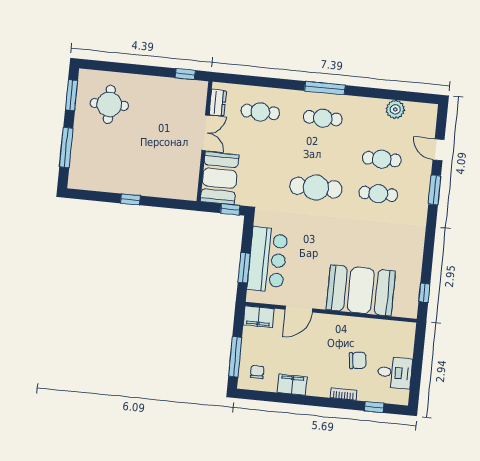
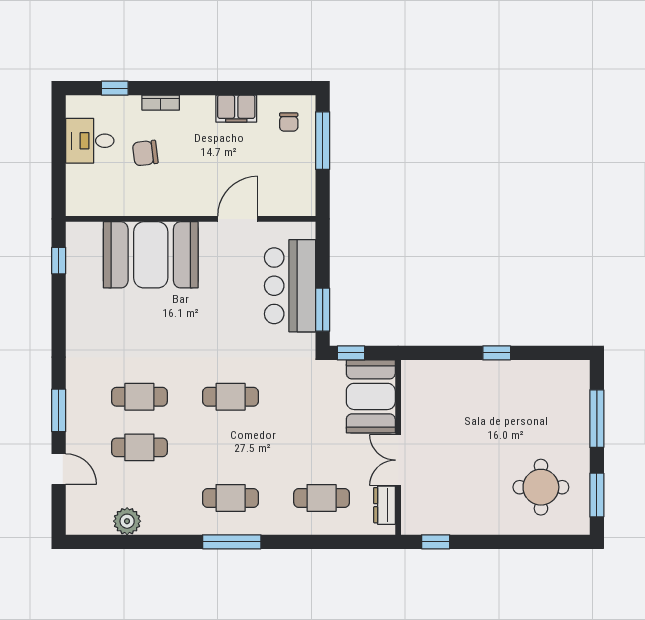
cafe table: (316, 188) -> (231, 397), width x0.73, depth x0.74
window: (244, 268) -> (323, 310), moved
filing cabinet: (259, 317) -> (295, 202), removed

